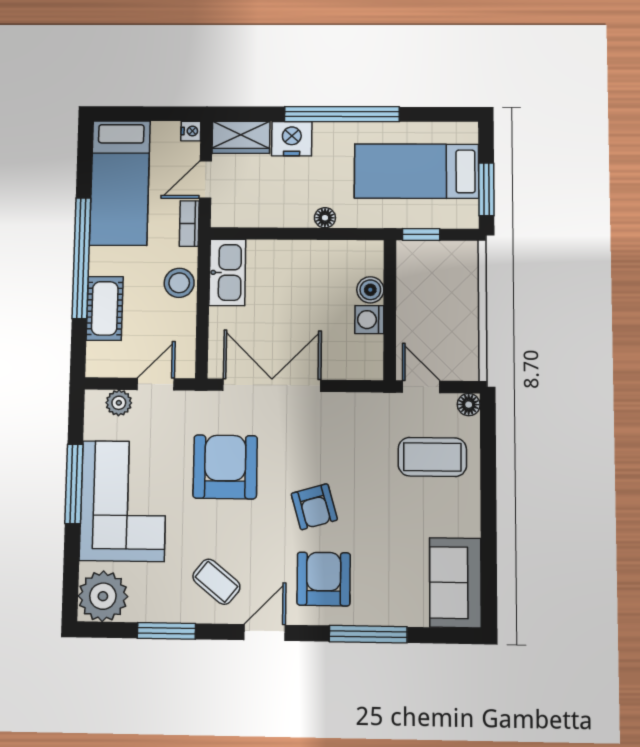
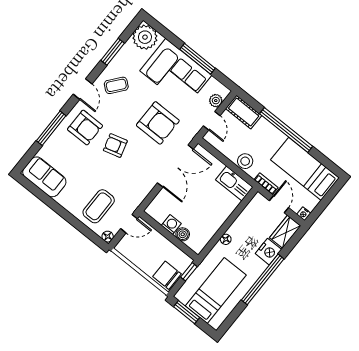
chair: (454, 264) -> (167, 275), added
cot: (105, 308) -> (244, 112), moved

